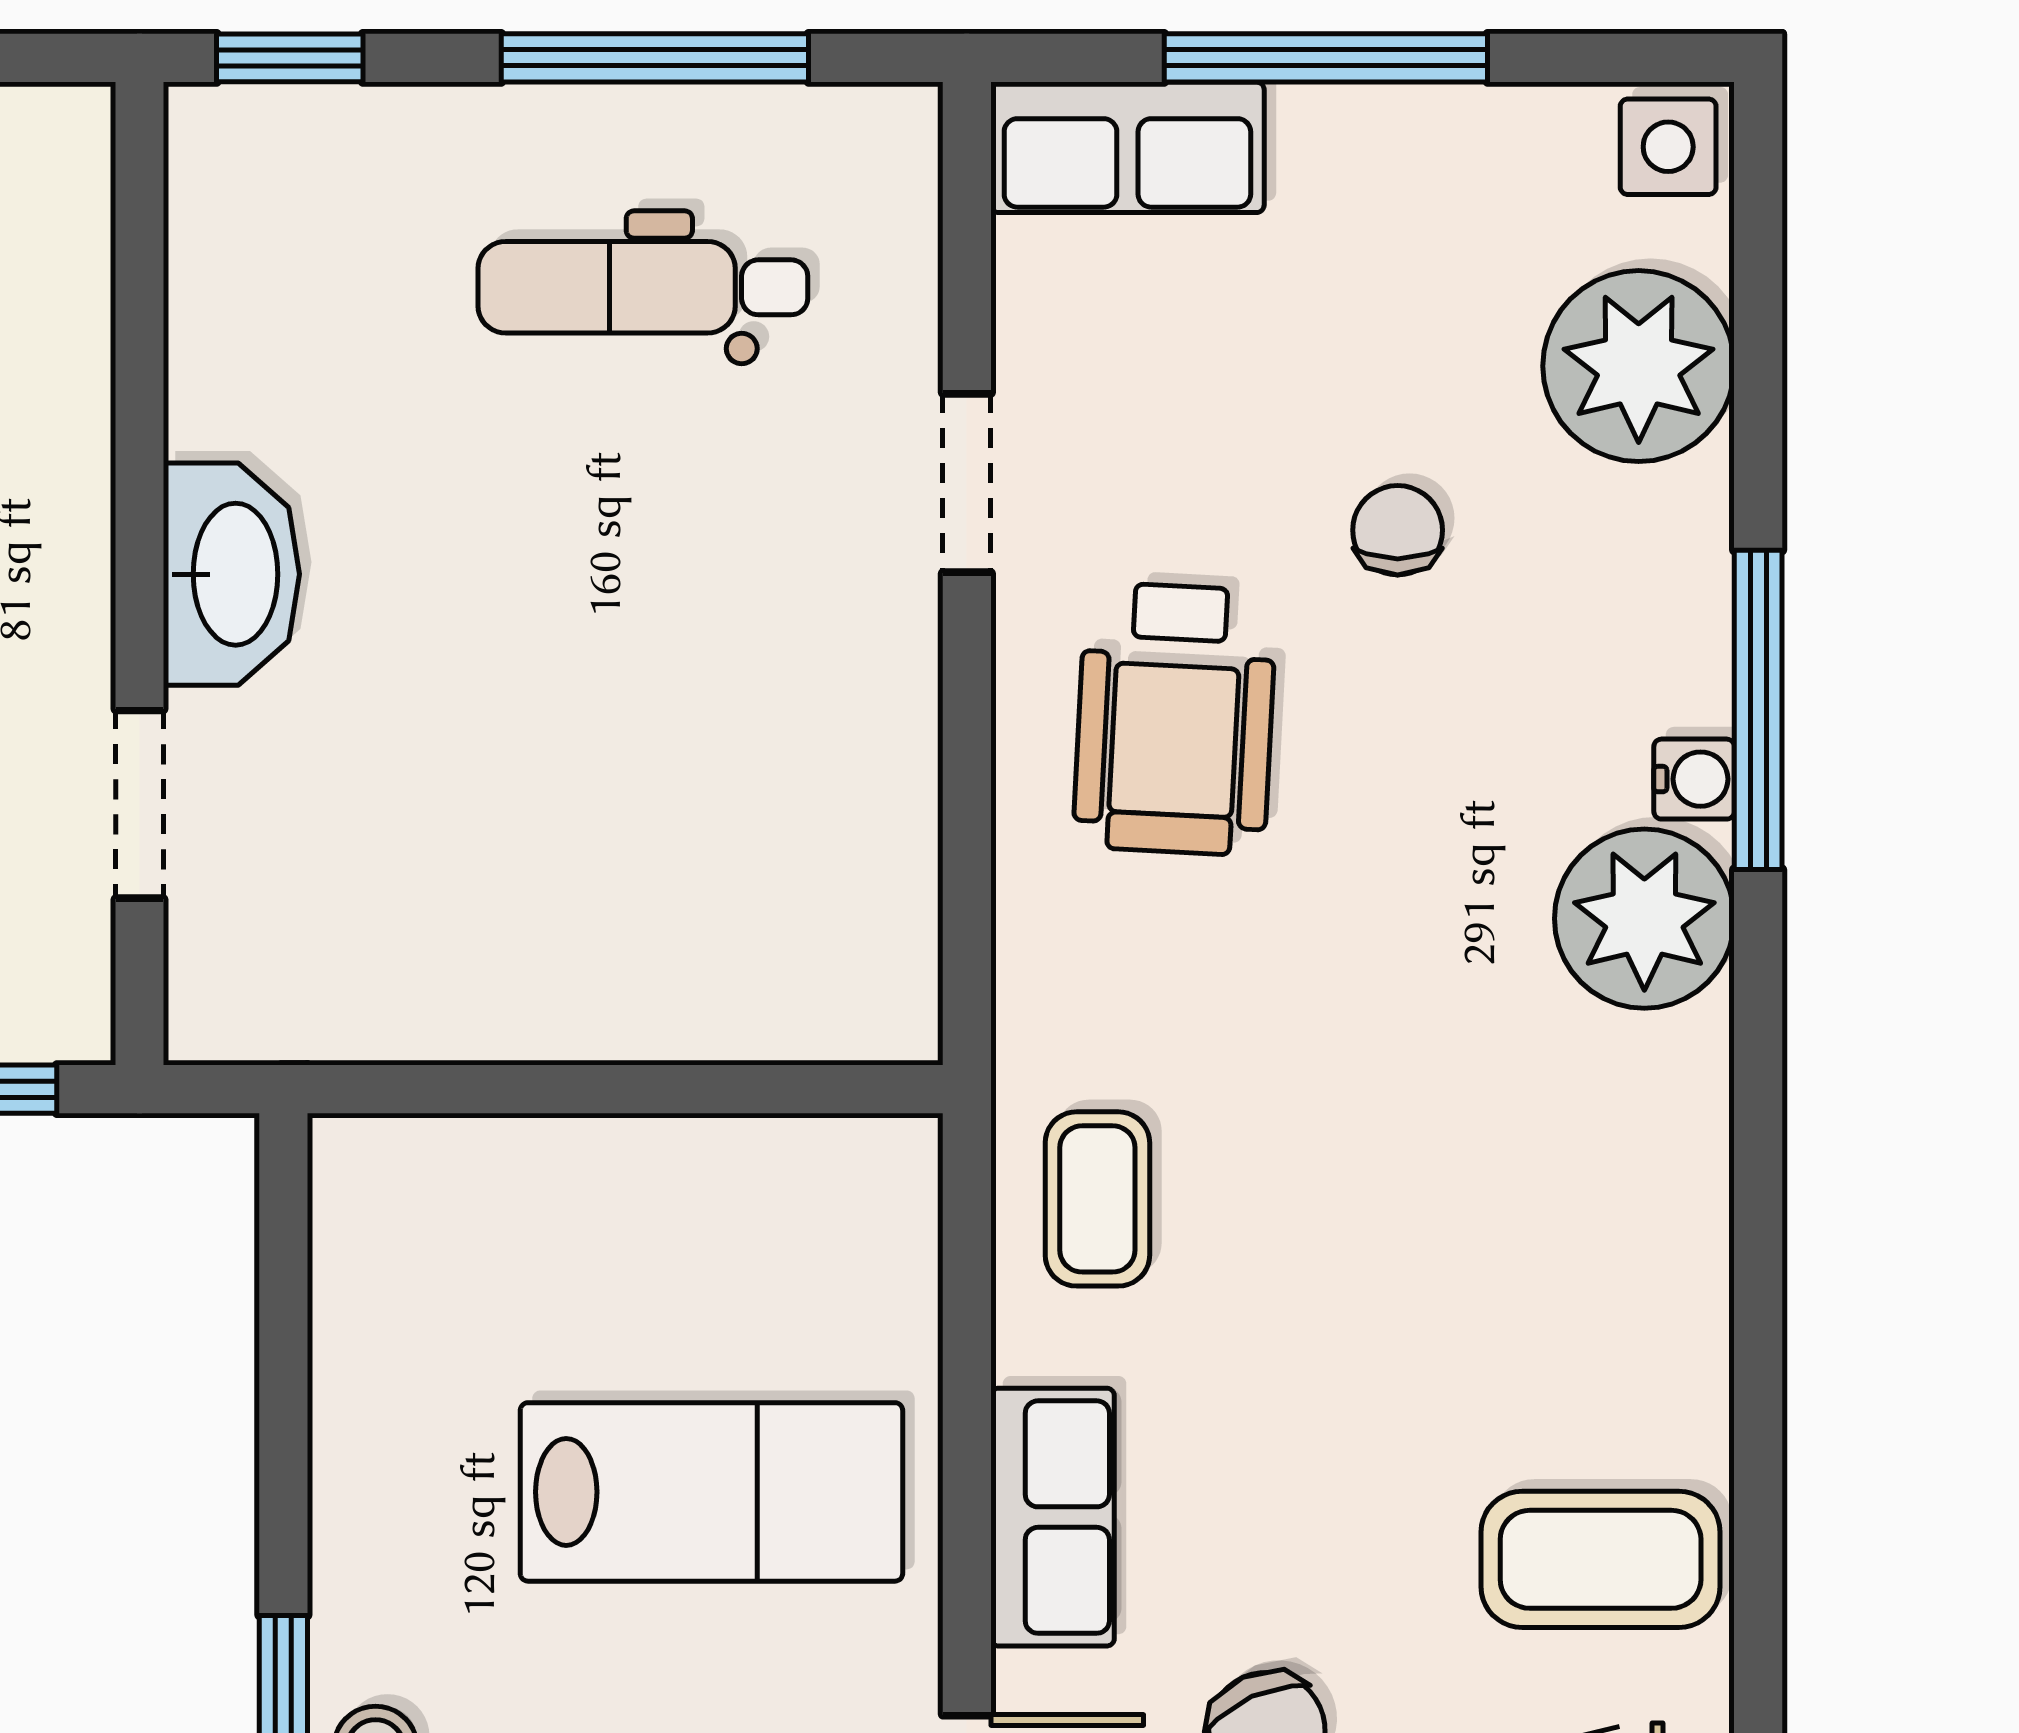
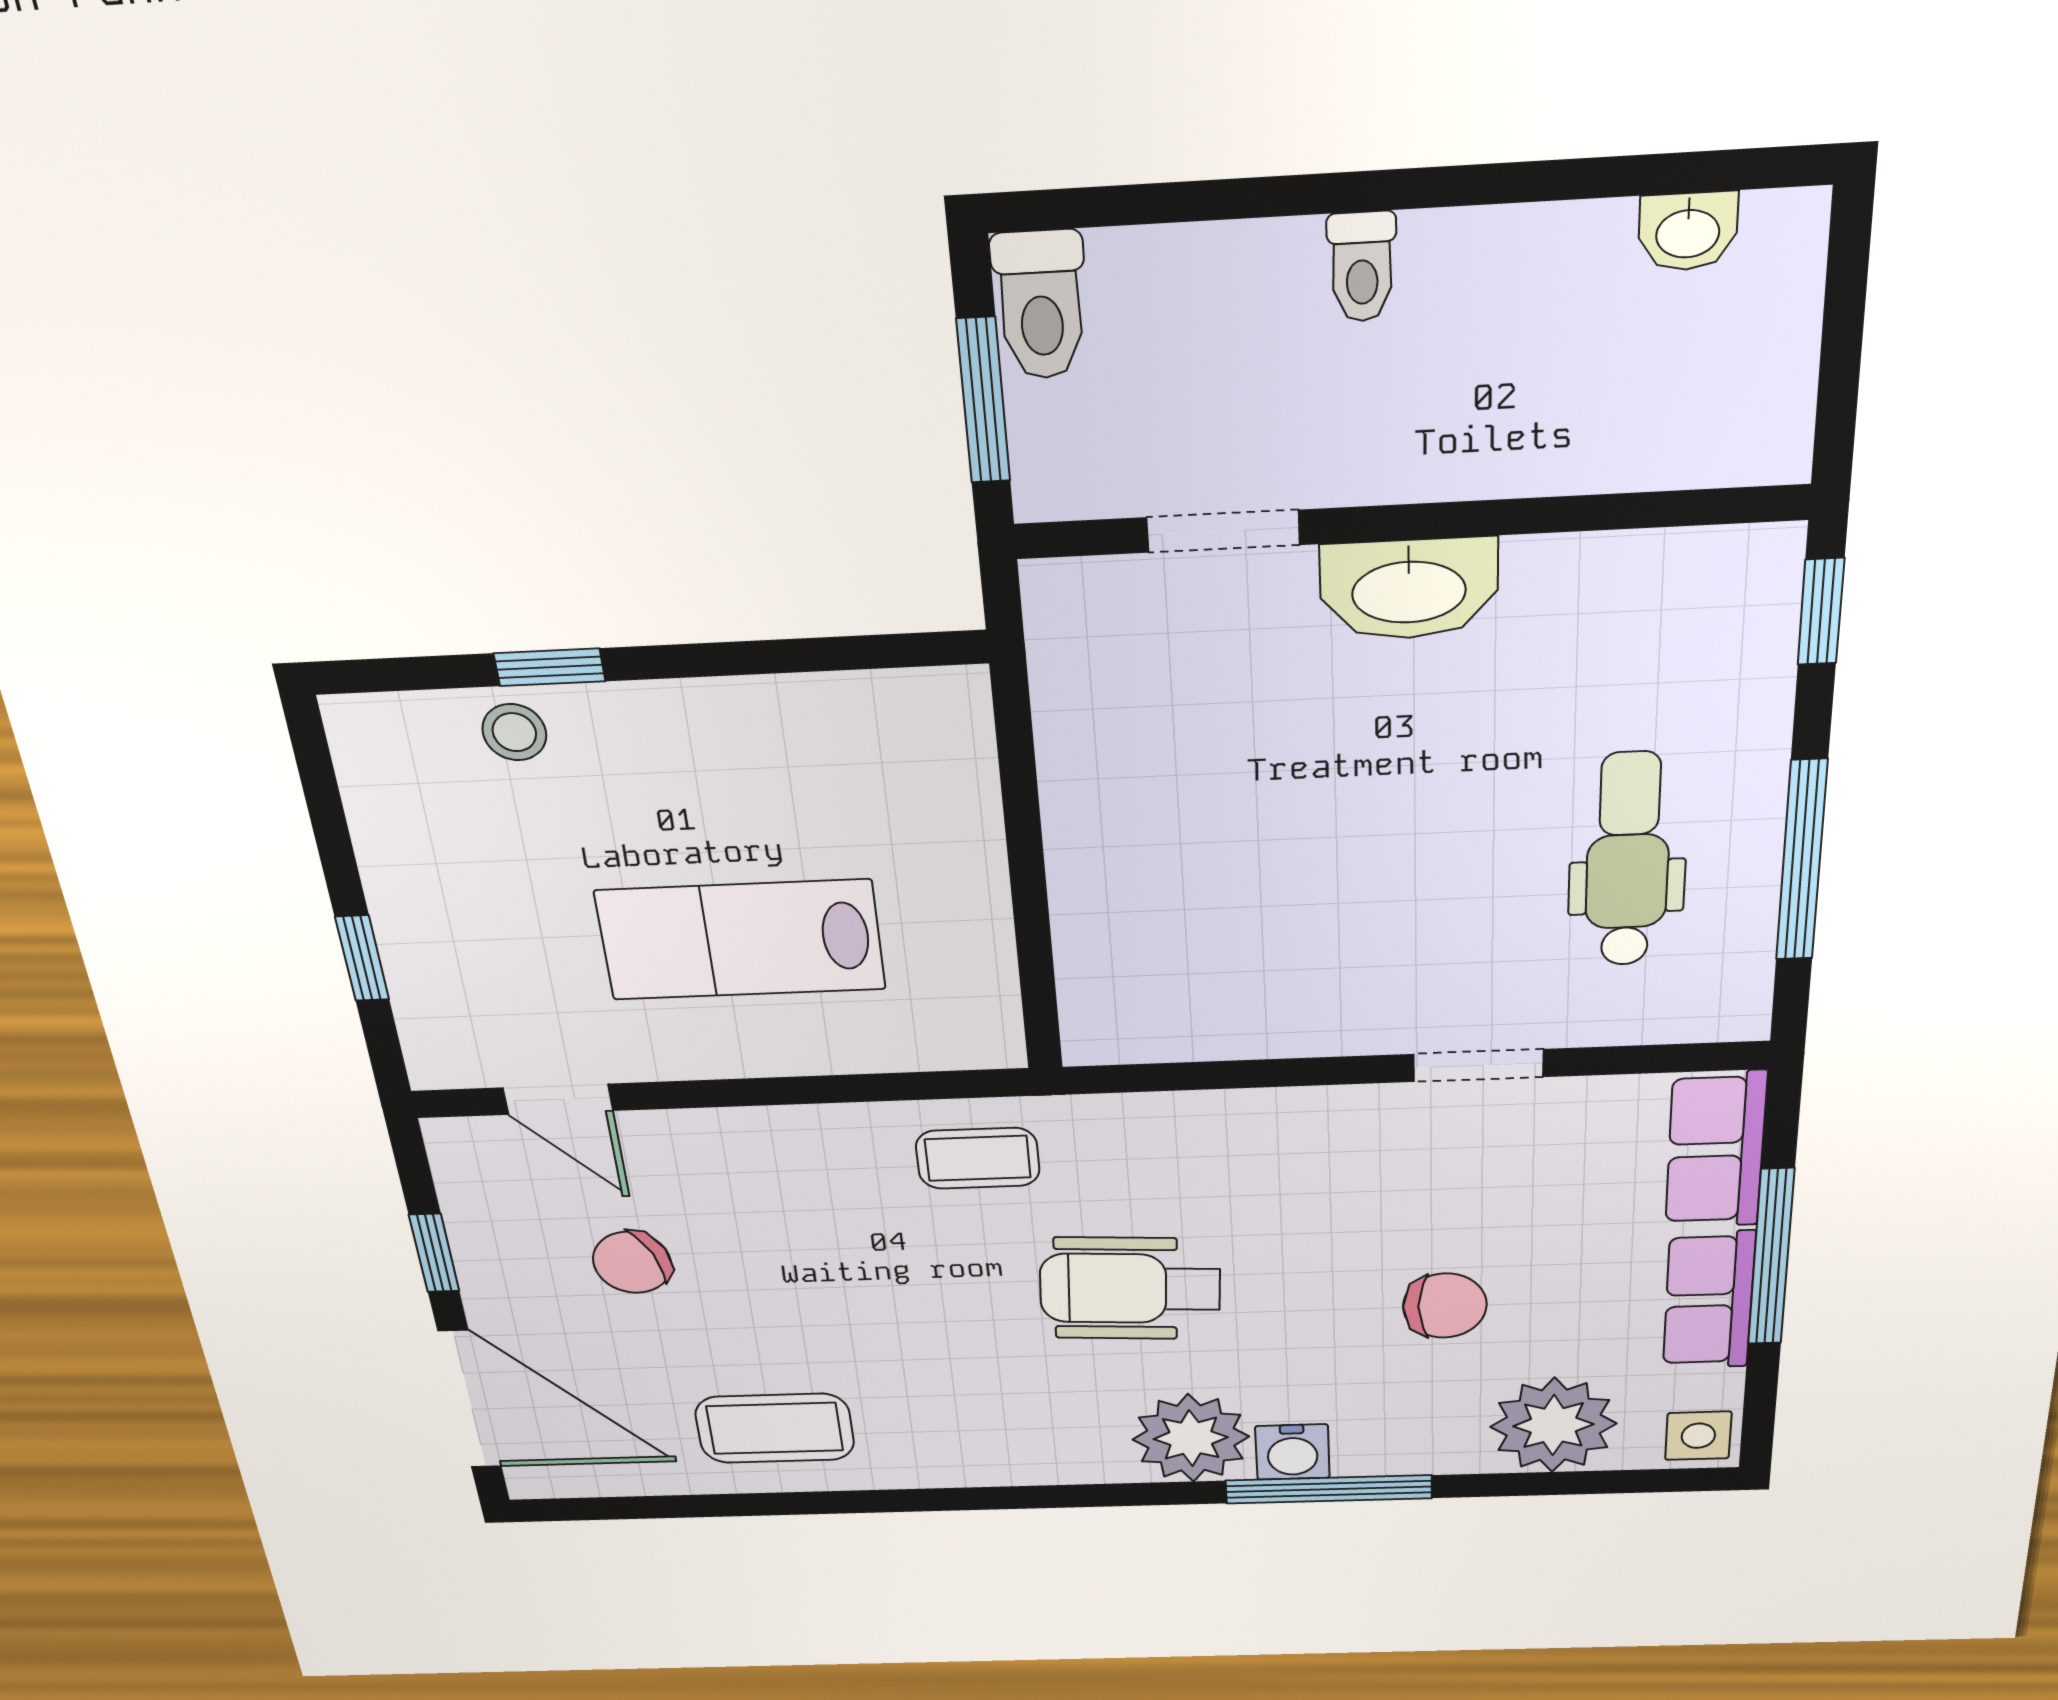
chair: (1398, 530) -> (1445, 1306), width x1.37, depth x1.37
wheelchair: (1175, 719) -> (1130, 1289), moved
water cooler: (1694, 779) -> (1292, 1452), width x1.38, depth x1.38
lab bench: (711, 1492) -> (741, 940), turned 90
row of seats: (1053, 1517) -> (1709, 1300), moved, turned 90
coffee table: (1601, 1559) -> (775, 1428), turned 90

